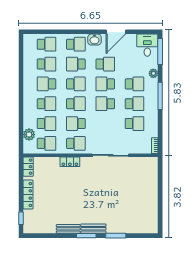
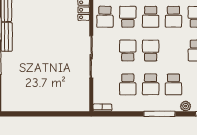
school desk: (105, 84) -> (128, 51), moved

